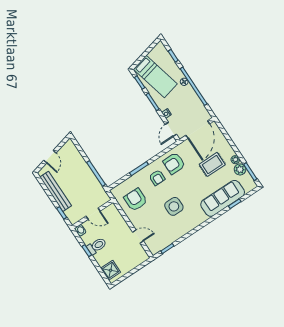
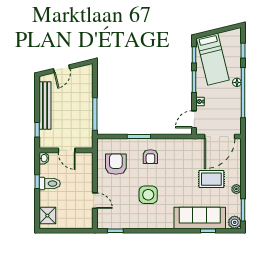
armchair: (174, 163) -> (176, 154), removed
plant: (240, 169) -> (235, 222), moved

